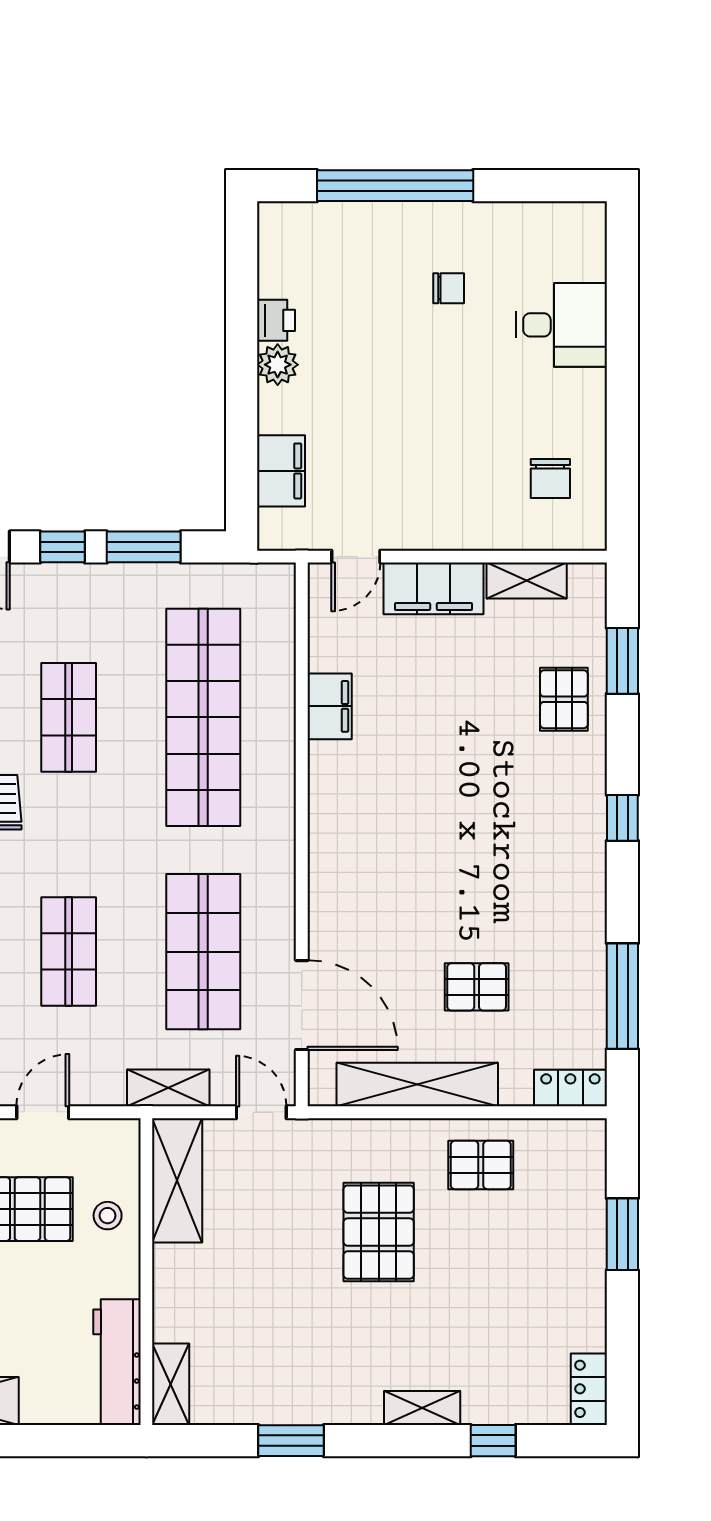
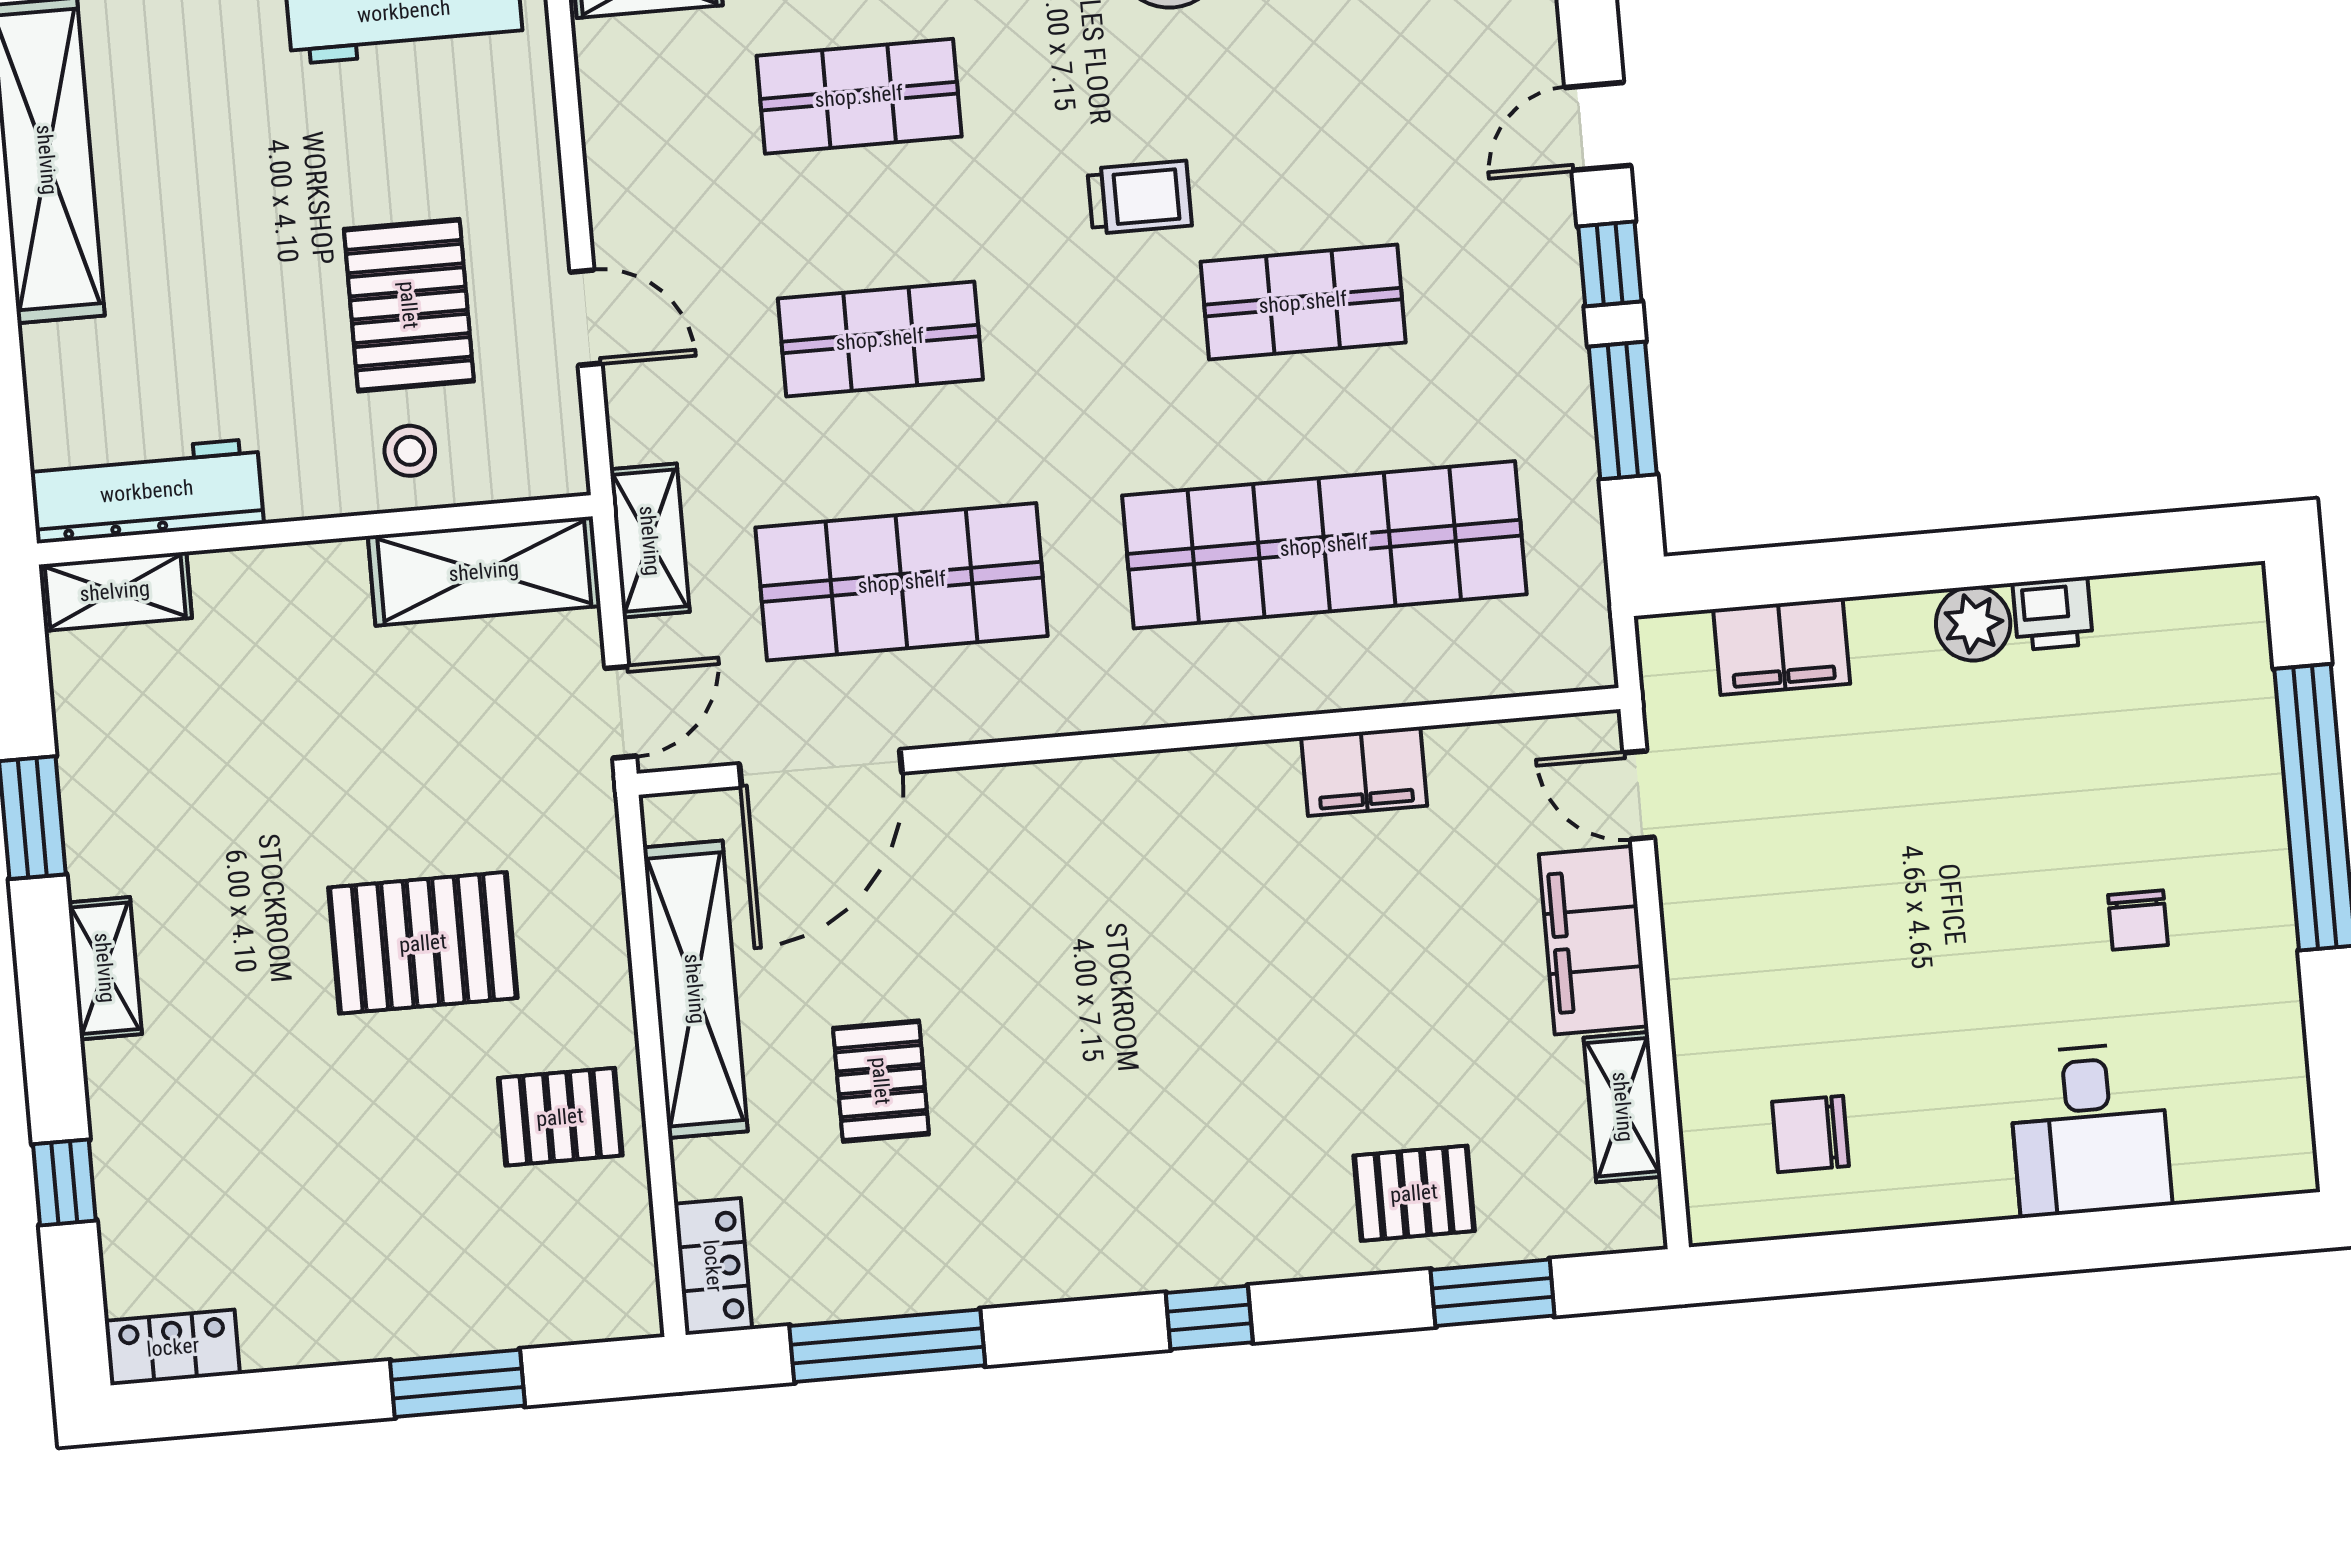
pallet: (481, 1165) -> (560, 1117), turned 90
shelving: (422, 1408) -> (105, 968), moved

